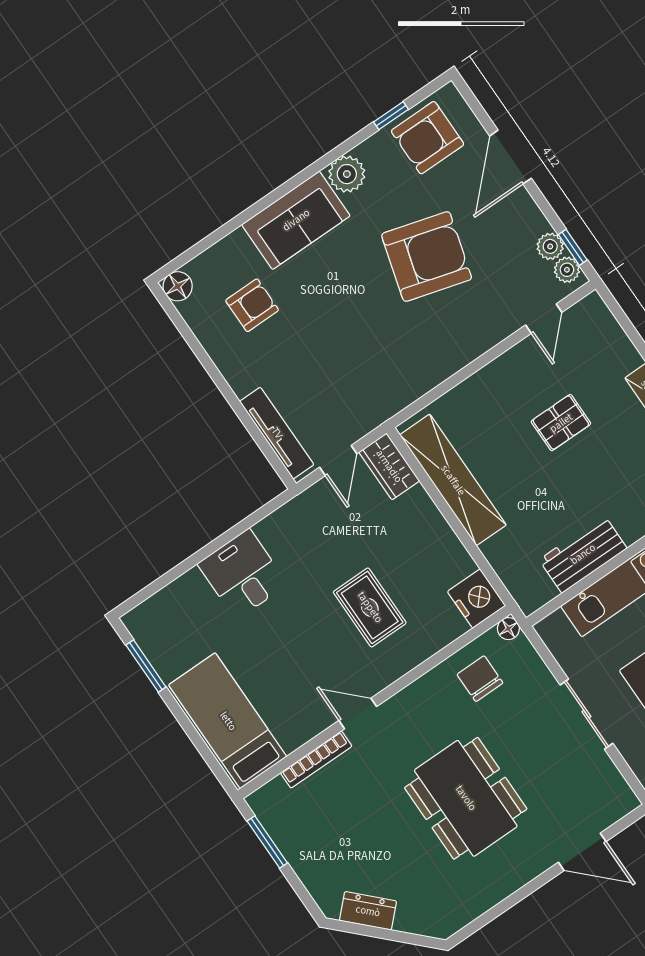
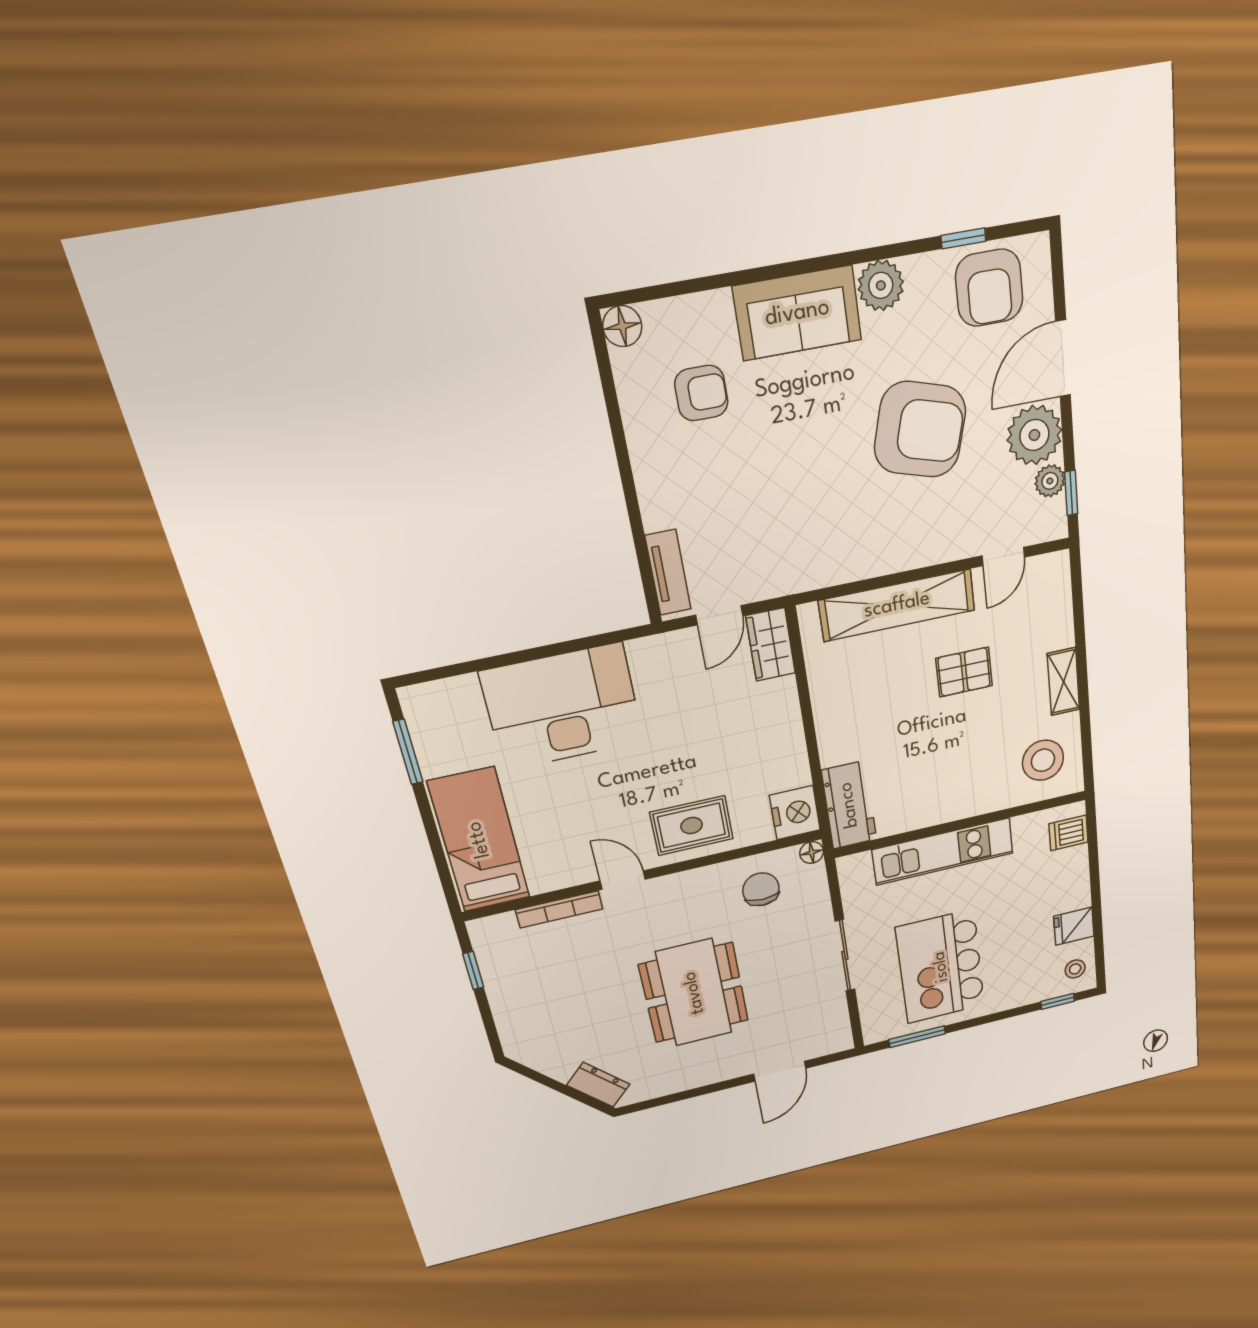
armchair: (428, 138) -> (989, 288), turned -90
plant: (567, 270) -> (1034, 435), moved, width x1.88, depth x1.88
tv unit: (277, 433) -> (668, 573), width x0.71
shelving: (453, 480) -> (897, 605), moved, turned 90
workbench: (583, 554) -> (849, 805), moved, turned 90
desk: (243, 574) -> (563, 707), width x1.87, depth x1.30
rug: (370, 607) -> (692, 826), moved, turned 90
window: (267, 842) -> (473, 970), width x0.67
door: (582, 852) -> (780, 1071), hinge flipped
dresser: (368, 911) -> (598, 1085), moved

